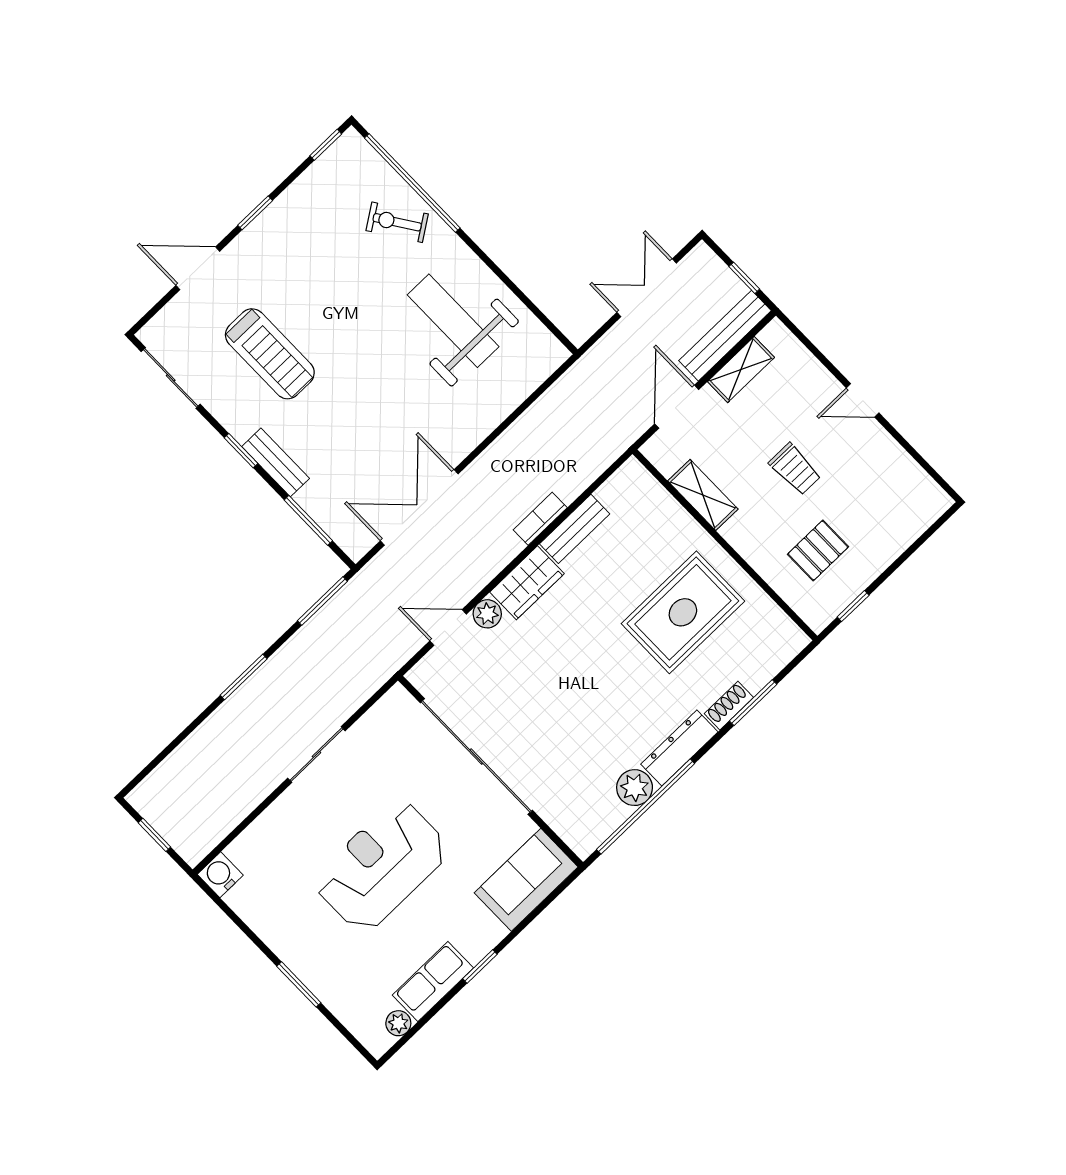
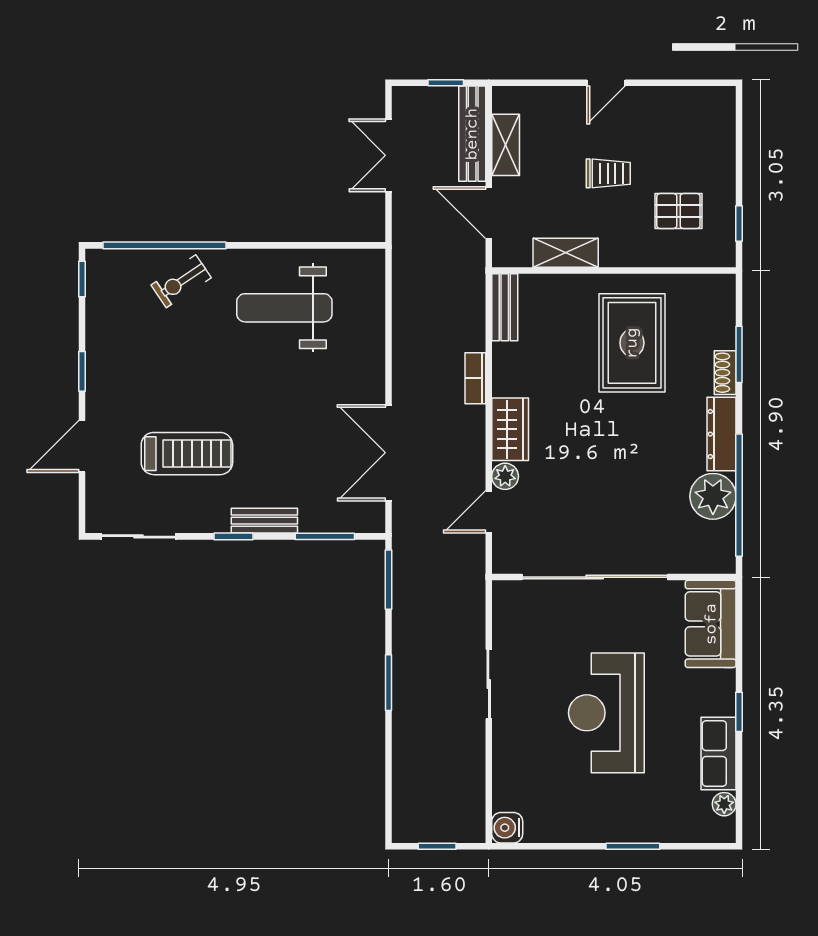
bench: (575, 529) -> (505, 307), moved
pallet: (818, 550) -> (678, 211), turned 90
plant: (635, 788) -> (713, 496), width x1.36, depth x1.36

